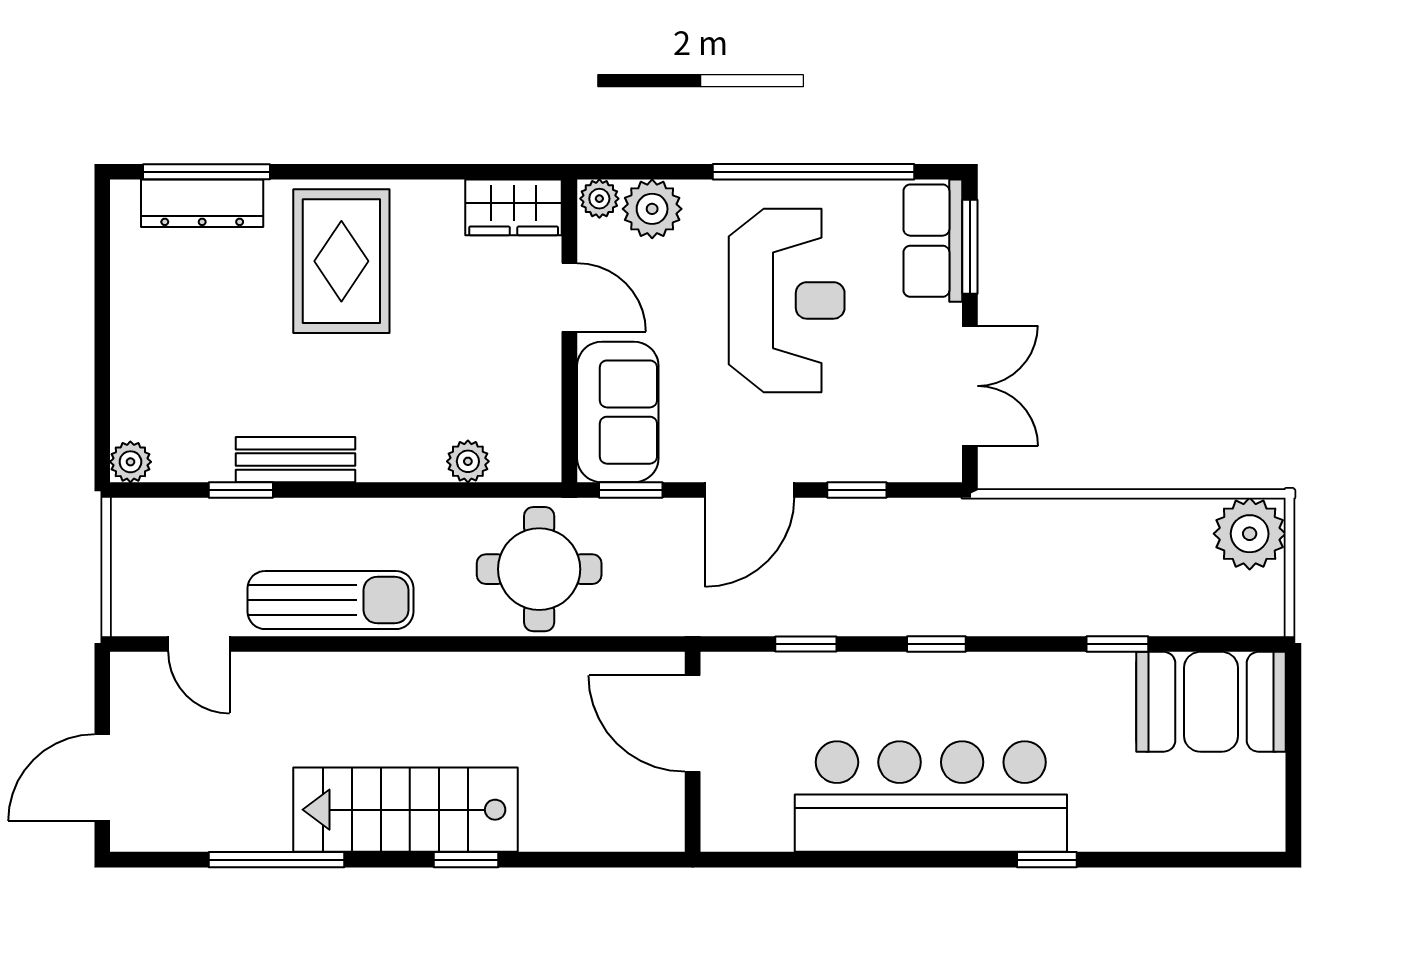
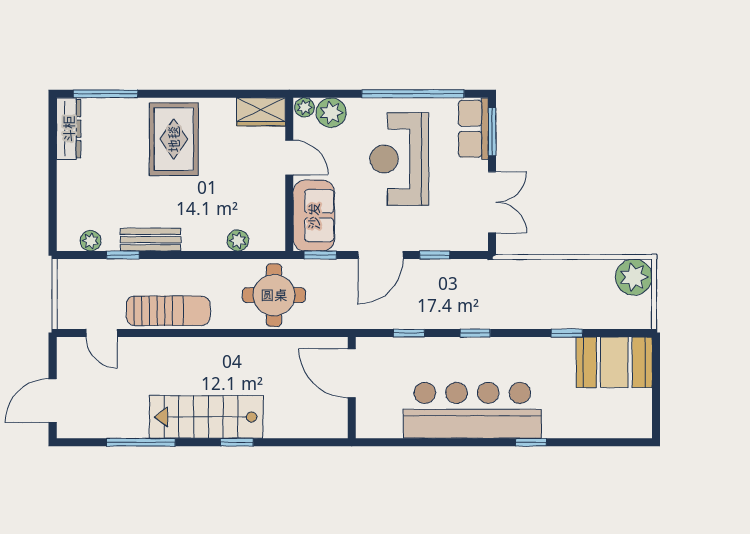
dresser: (202, 203) -> (69, 129), moved, turned -90
reception desk: (787, 300) -> (399, 159), turned 180
plant: (130, 462) -> (91, 241), moved

